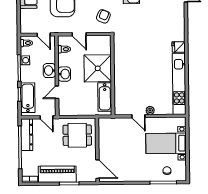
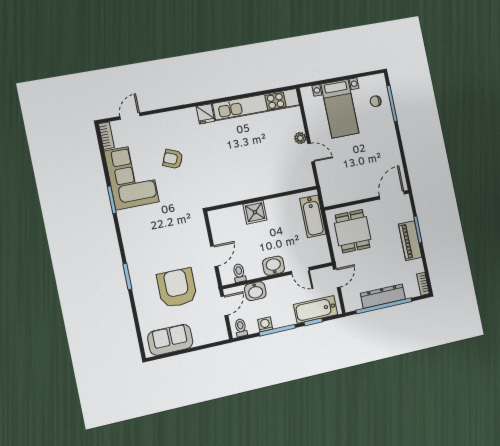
armchair: (103, 16) -> (173, 159), moved
shower: (98, 68) -> (255, 212), width x0.54, depth x0.54
washbasin: (49, 71) -> (255, 291), moved
bathtub: (105, 97) -> (313, 216), moved, turned 90
door: (138, 116) -> (311, 153), hinge flipped
dresser: (27, 135) -> (383, 296), moved
piano: (57, 174) -> (410, 241), width x0.73, depth x0.75

